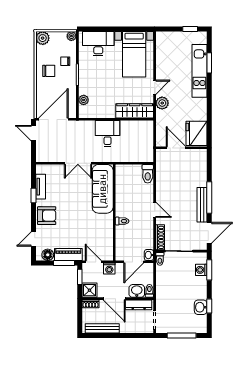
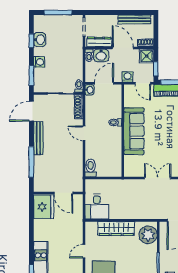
plant: (84, 100) -> (148, 235), width x1.87, depth x1.87
plant: (162, 103) -> (77, 236), removed
wardrobe: (135, 111) -> (116, 229), moved
desk: (108, 134) -> (97, 207), moved
sofa: (103, 189) -> (134, 131), moved
window: (209, 197) -> (31, 162), moved
washing machine: (201, 270) -> (39, 62), moved

